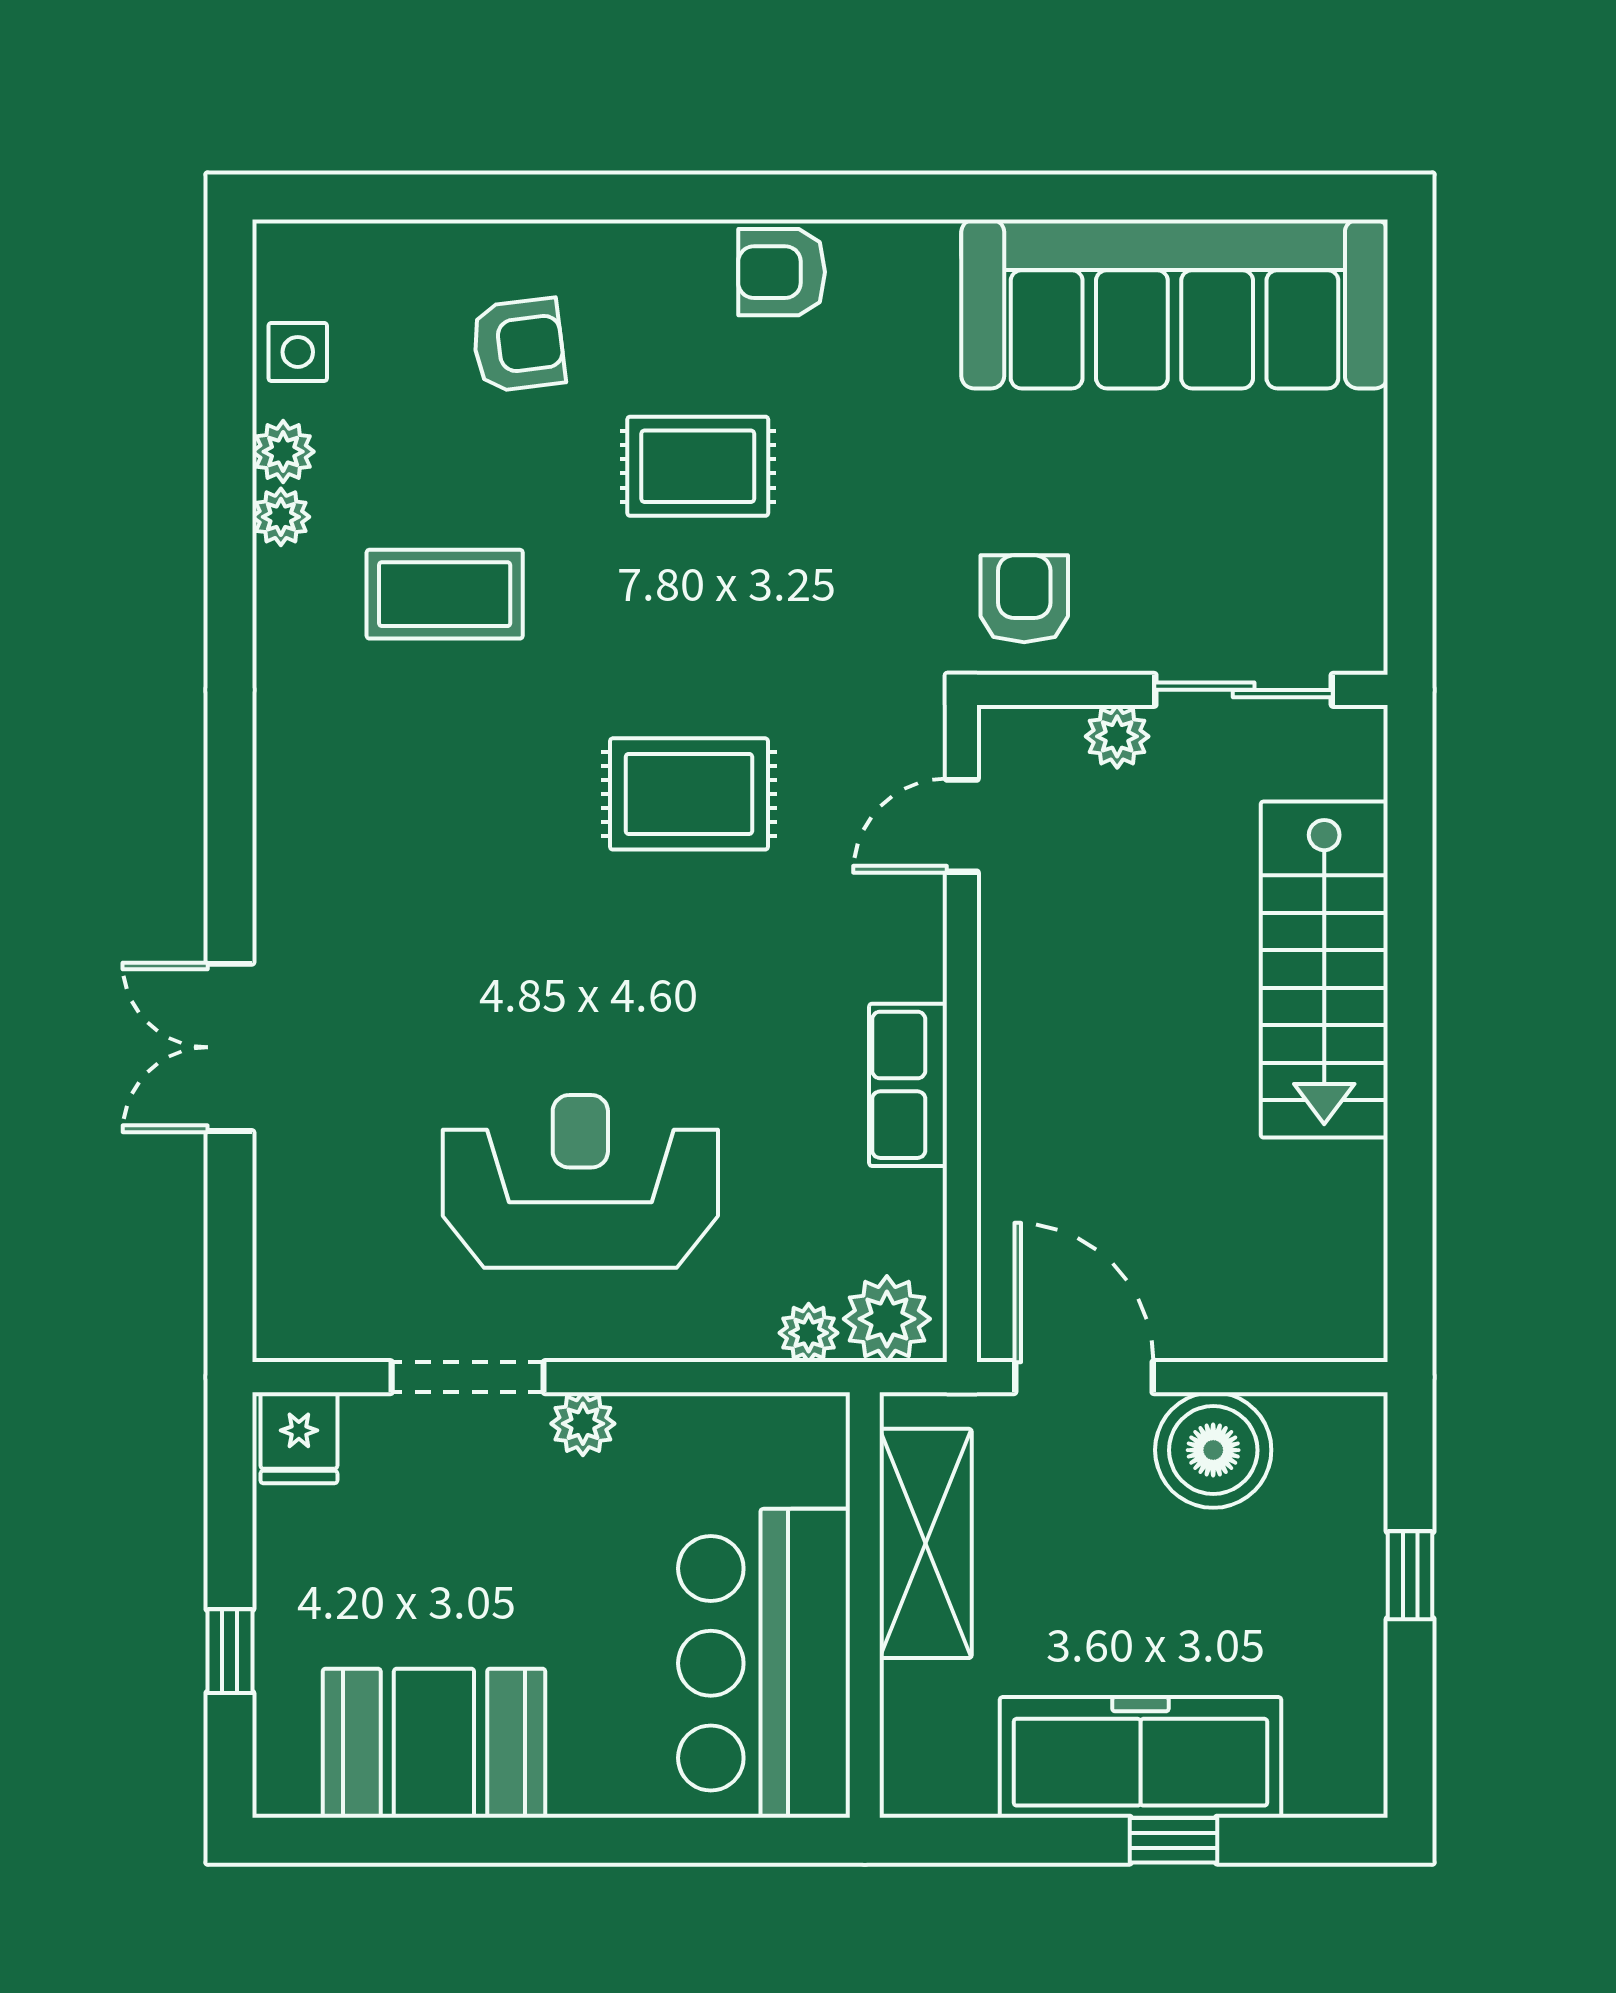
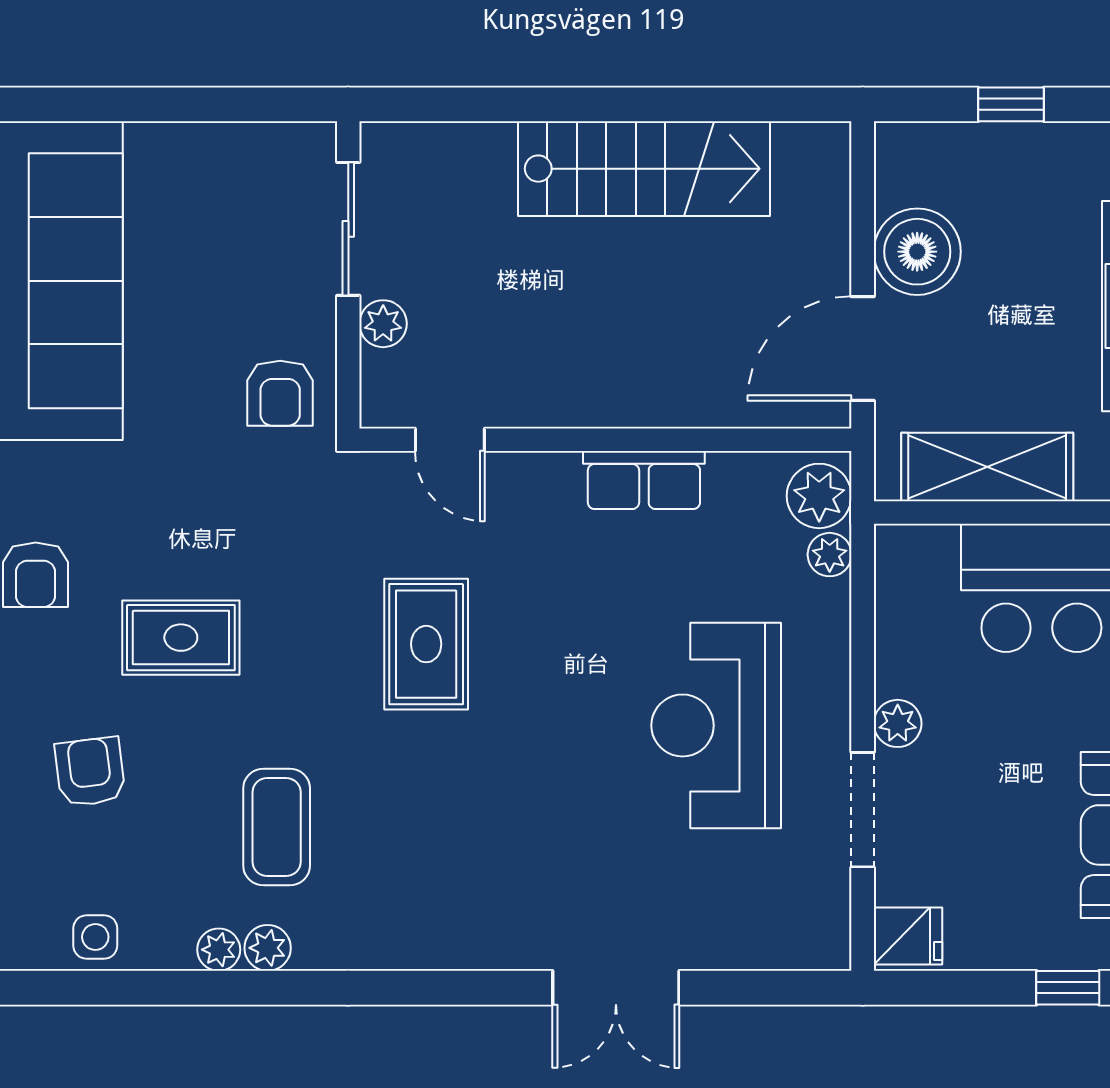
plant: (283, 452) -> (268, 948), moved
rug: (698, 466) -> (181, 638), turned 90
armchair: (1024, 599) -> (280, 393), turned -90
stairs: (1324, 970) -> (644, 169), moved

